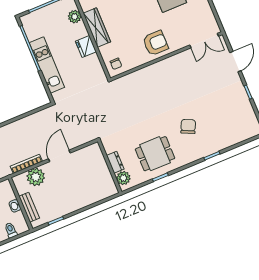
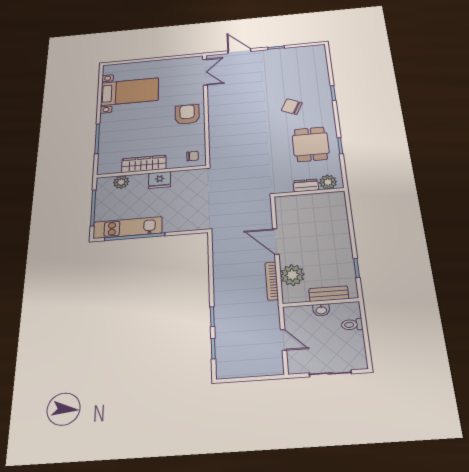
kitchen unit: (47, 65) -> (128, 228), moved

